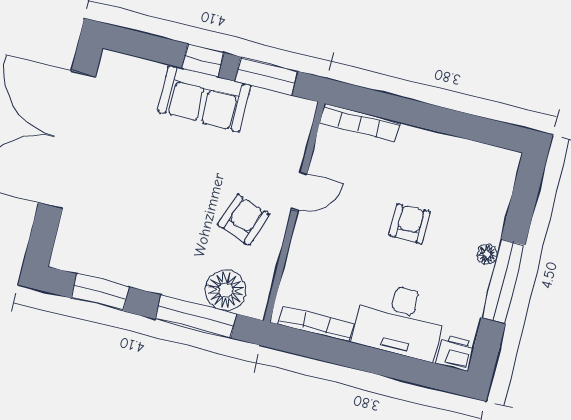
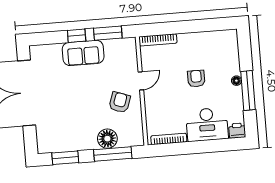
floor lamp: (226, 290) -> (107, 139), moved

